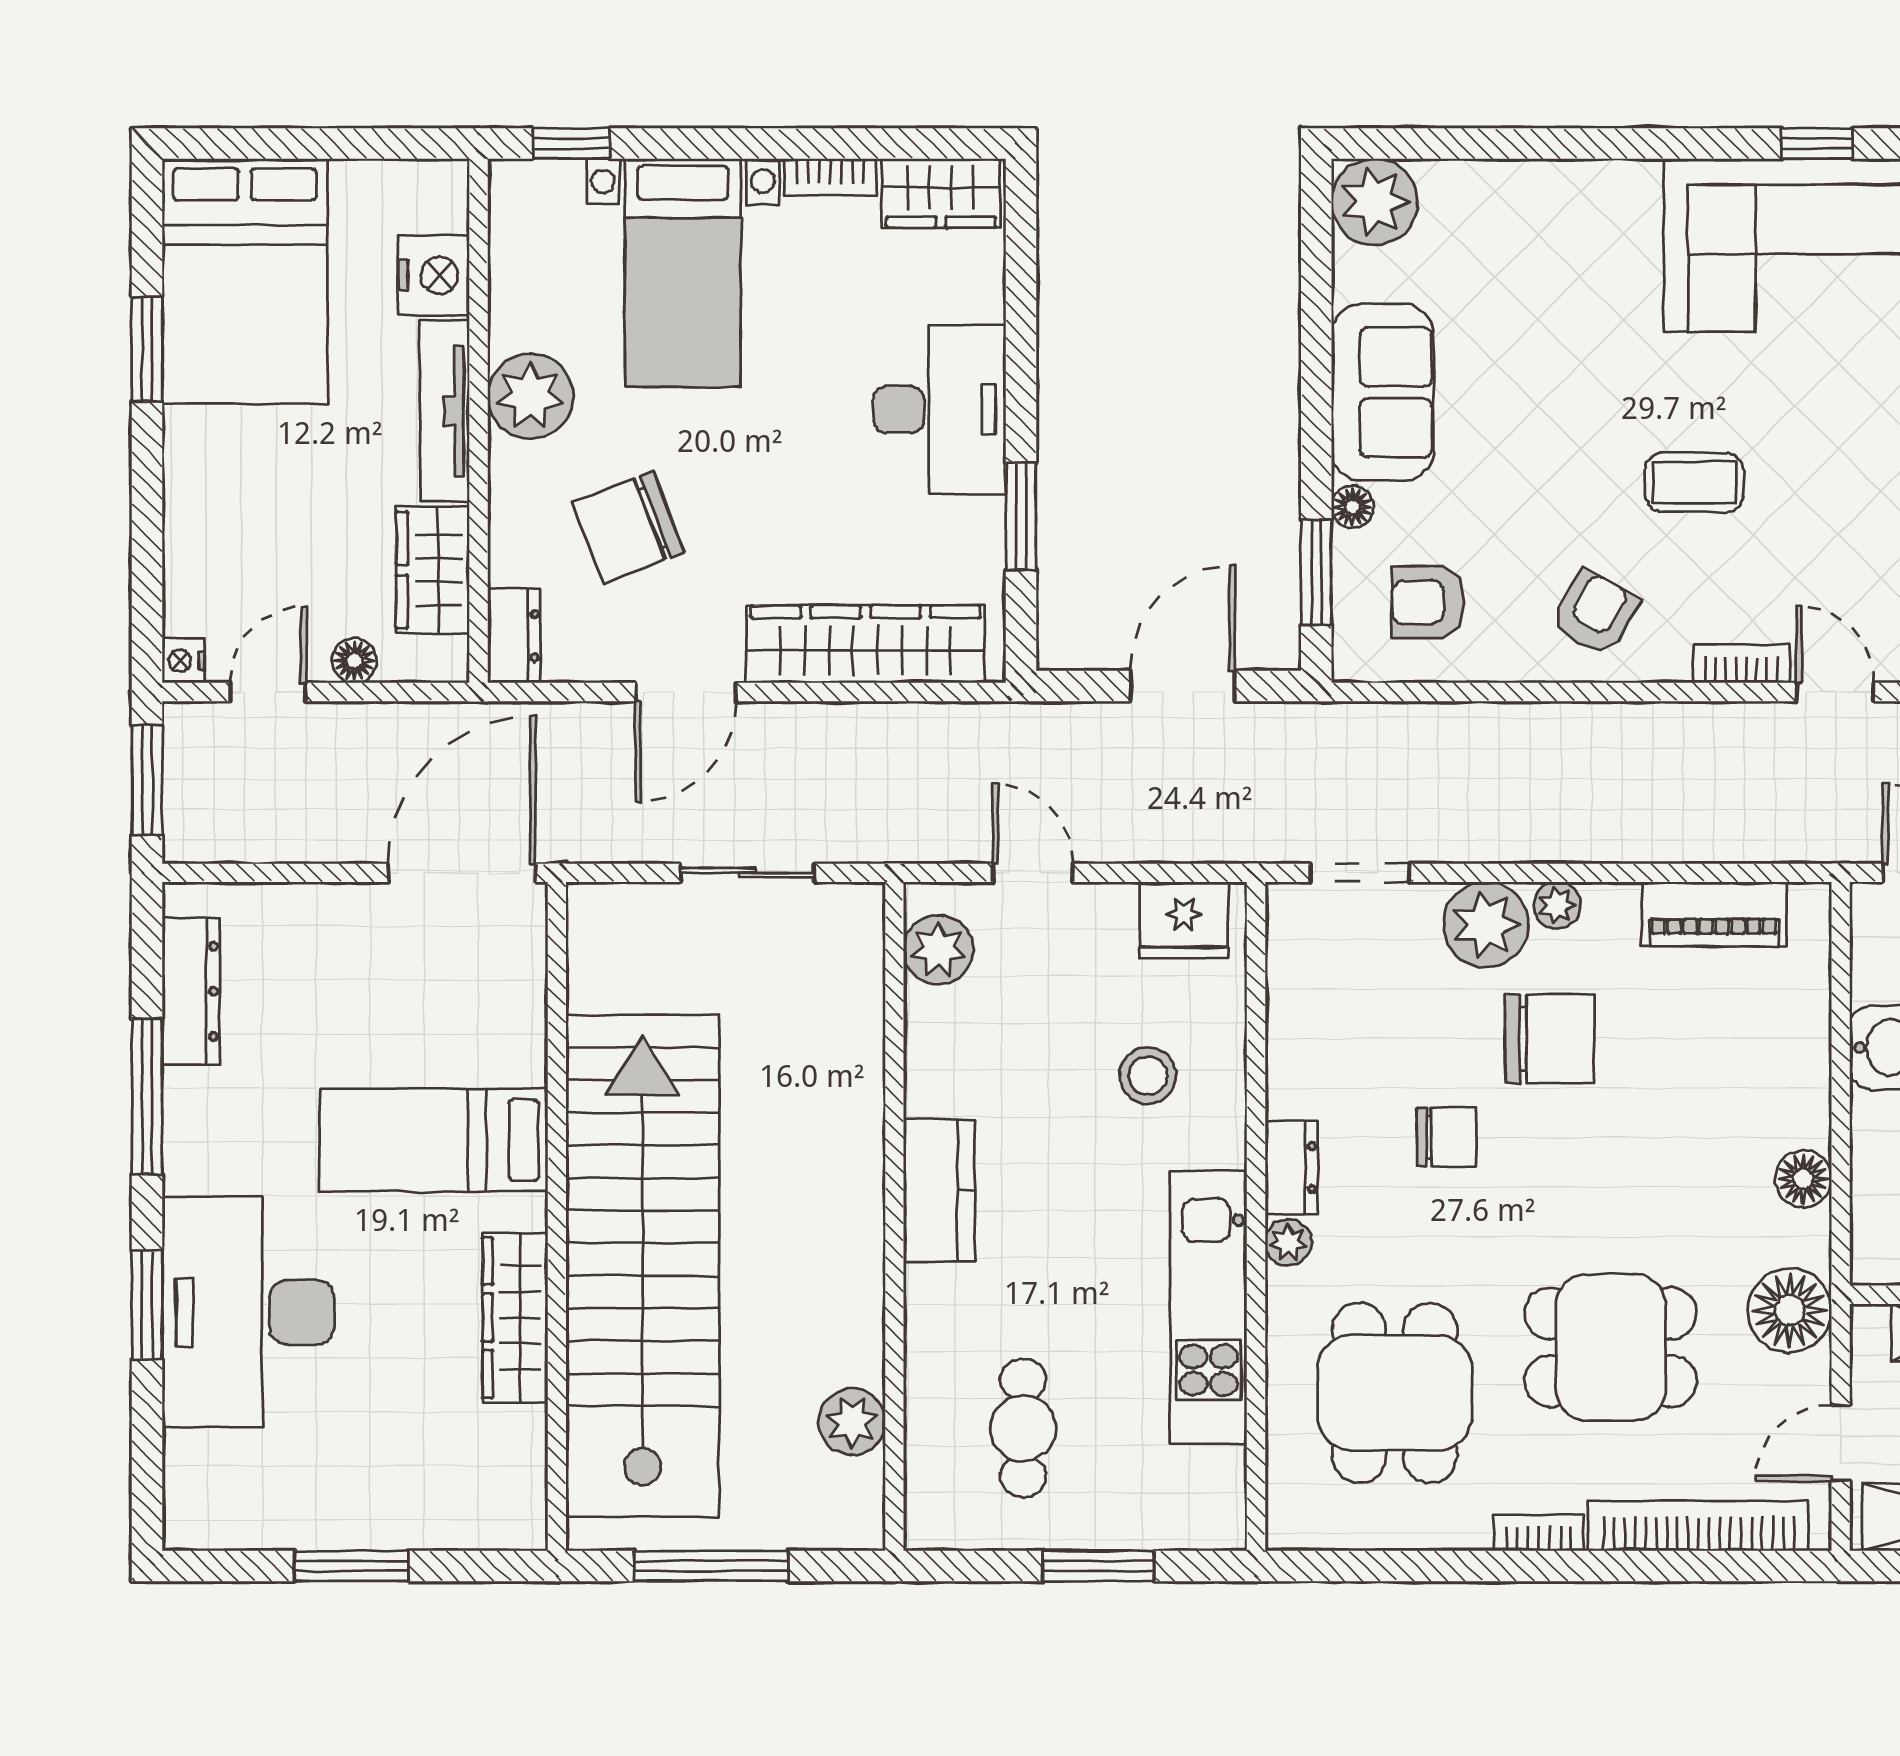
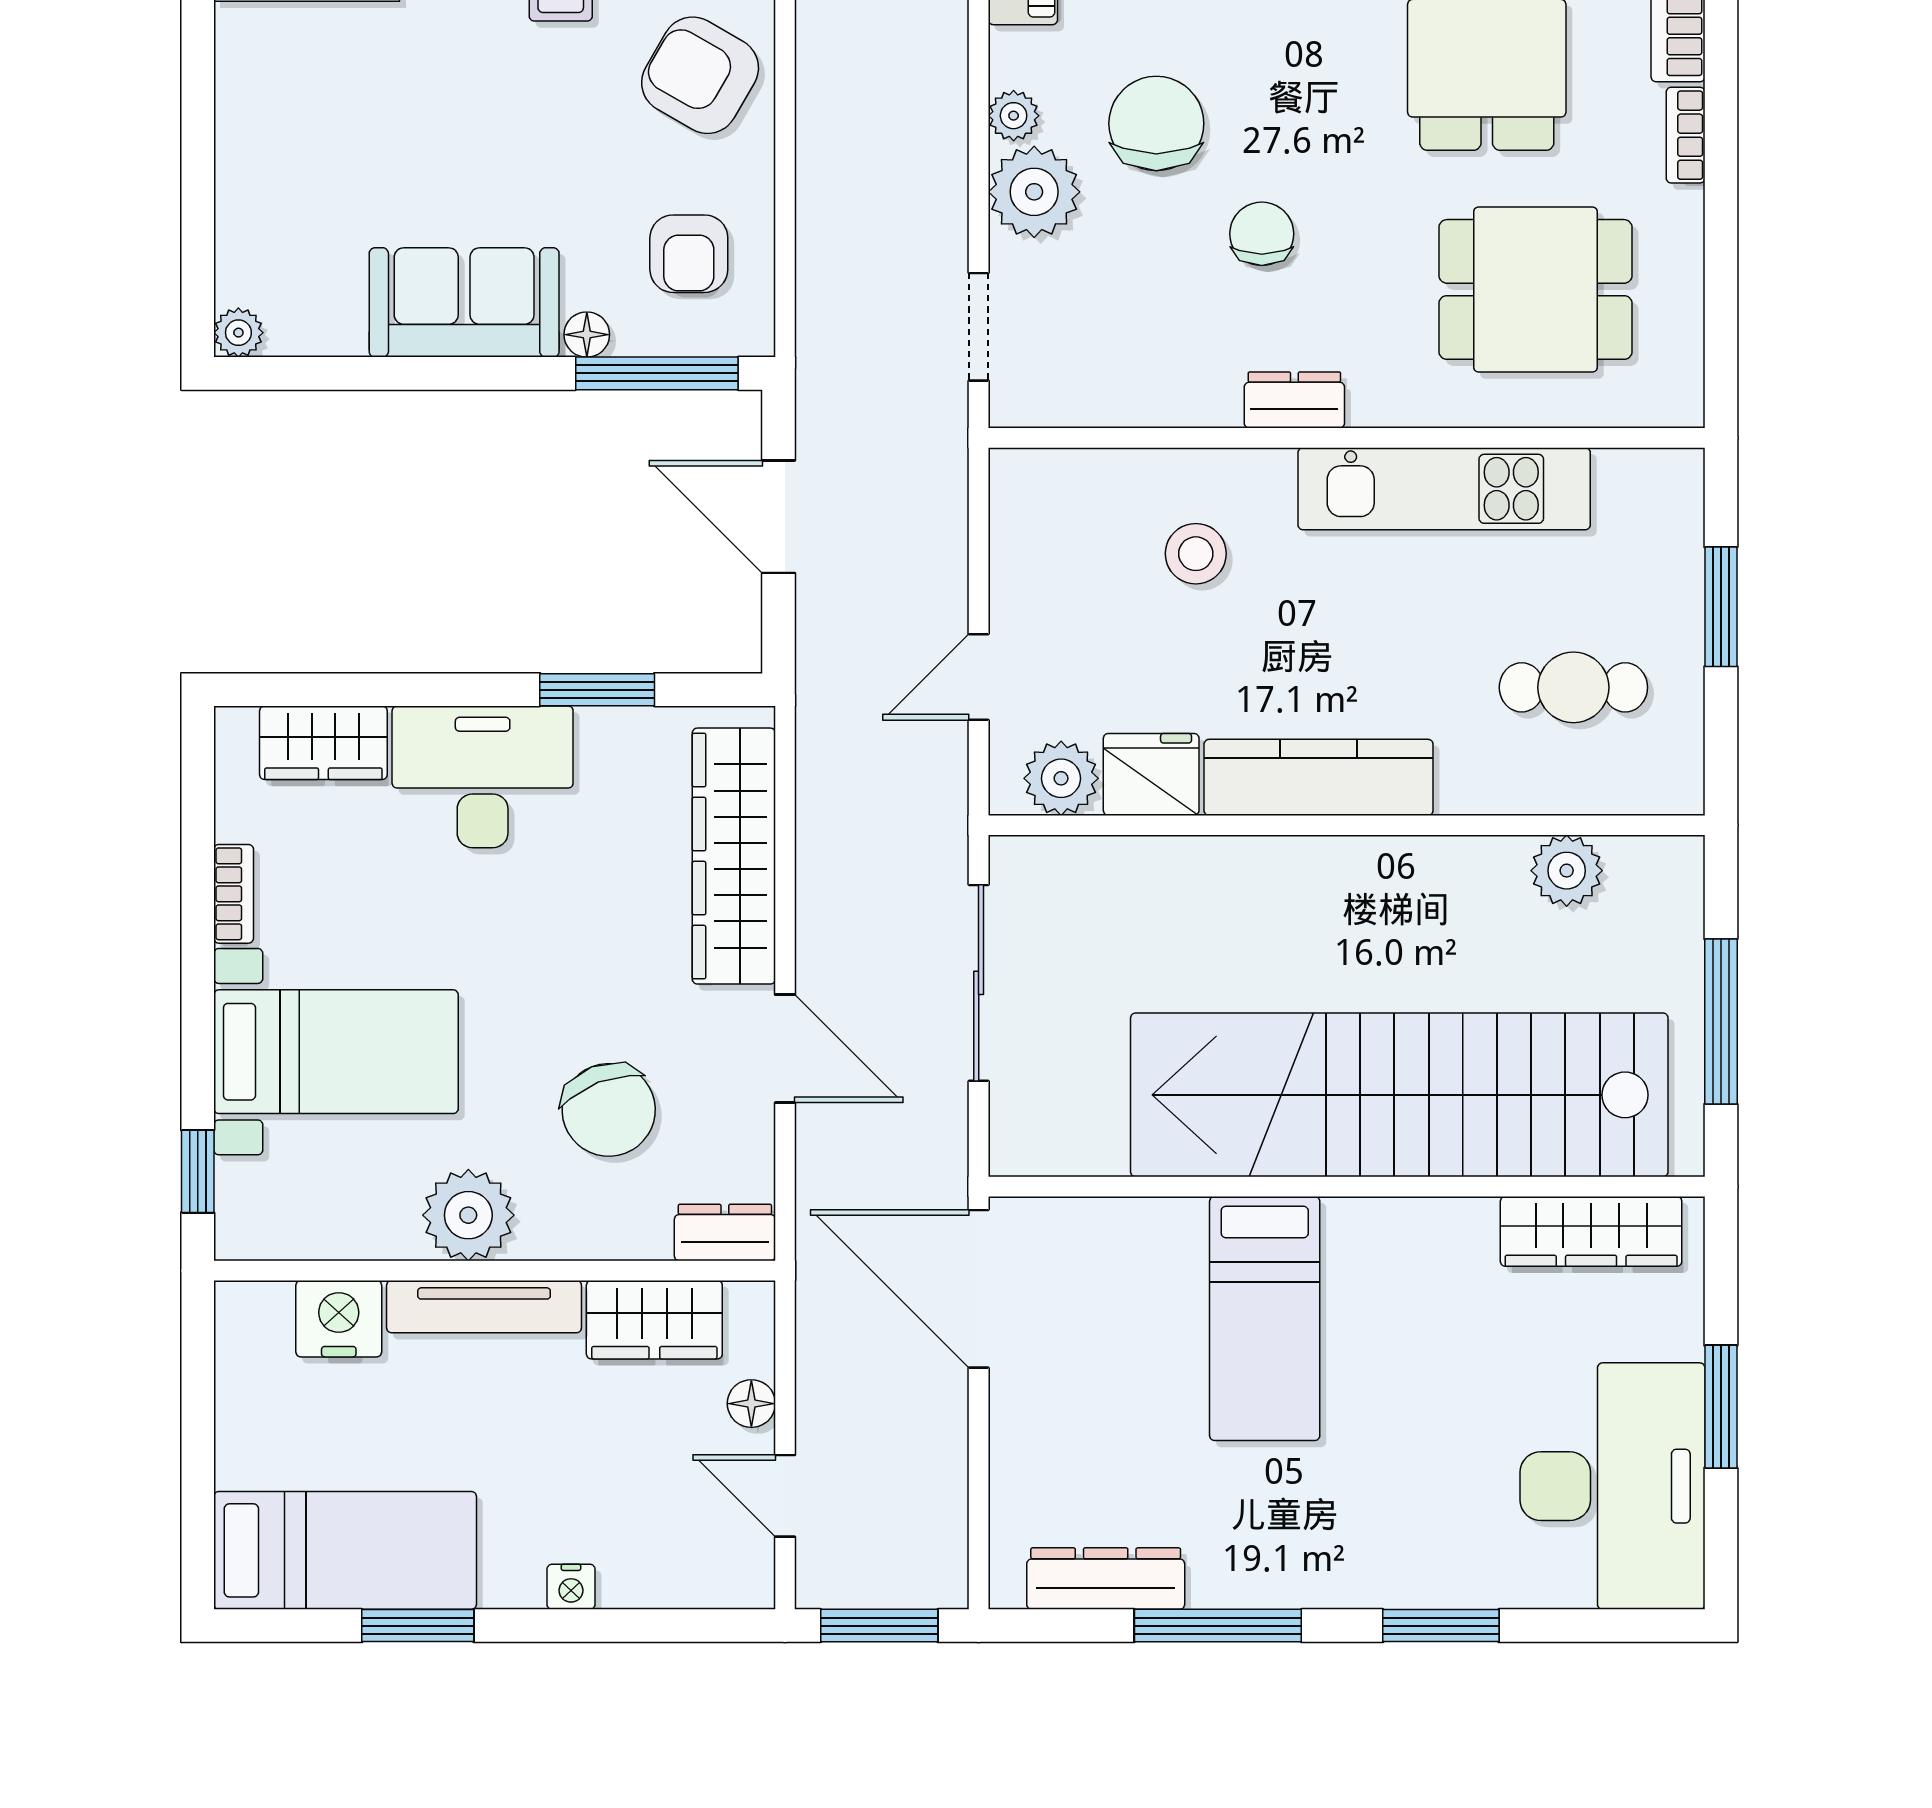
wardrobe: (941, 193) -> (323, 743), moved, turned 90
plant: (1375, 202) -> (238, 333), width x0.53, depth x0.53
bed: (245, 281) -> (345, 1550), width x0.67
window: (1316, 572) -> (657, 373), width x1.44
armchair: (1595, 613) -> (700, 75), width x1.38, depth x1.38
nightstand: (183, 661) -> (571, 1587), moved
sliding door: (747, 873) -> (979, 983), width x1.37
fridge: (1184, 920) -> (1151, 774), moved, turned -90
kitchen counter: (939, 1190) -> (1319, 777), width x1.50
plant: (1288, 1242) -> (1374, 404), removed
desk: (248, 1312) -> (1612, 1486), moved, turned -90
wardrobe: (515, 1318) -> (1591, 1231), moved

